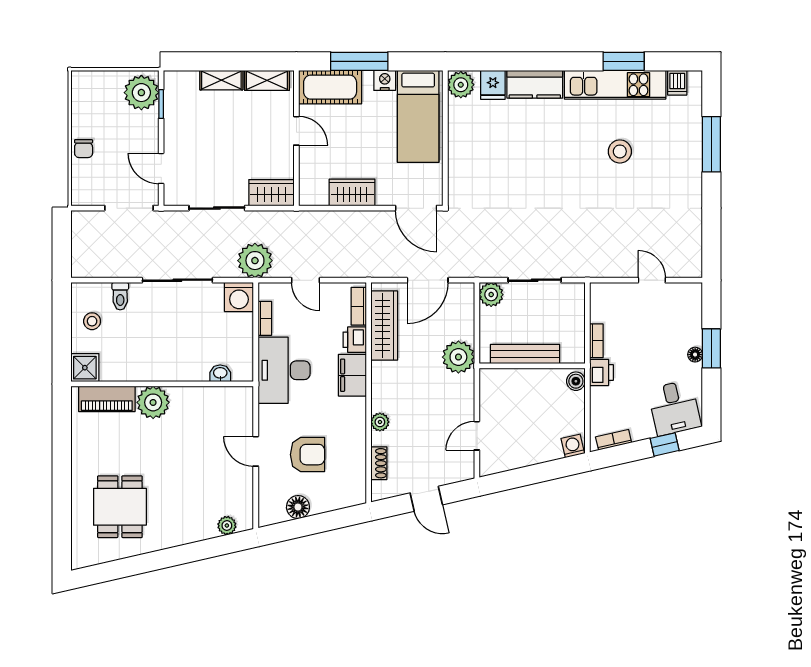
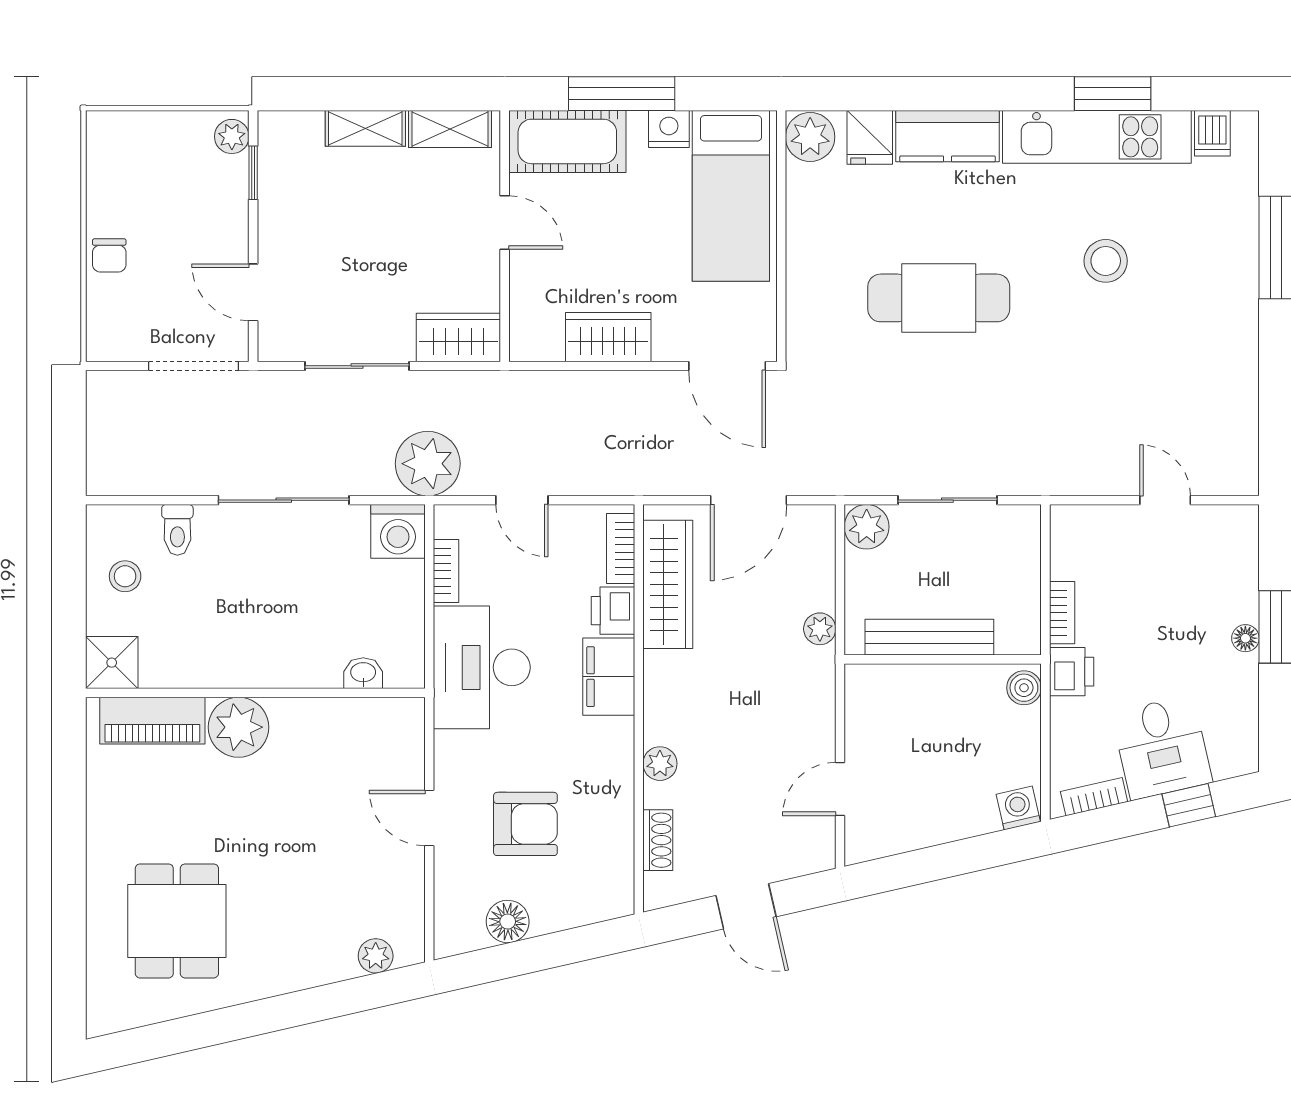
plant: (141, 93) -> (232, 136), width x0.53, depth x0.53
cafe table: (530, 171) -> (939, 298), added
plant: (458, 357) -> (820, 629), width x0.53, depth x0.53
desk: (674, 408) -> (1162, 747), moved

